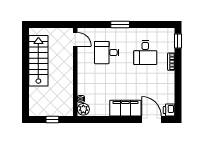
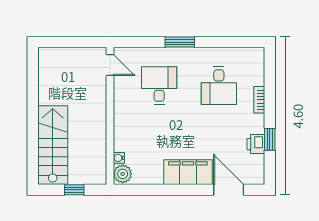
window: (178, 41) -> (270, 139), moved
desk: (107, 53) -> (159, 86), turned 90
stairs: (38, 61) -> (53, 145), moved
printer: (169, 110) -> (256, 144), moved

